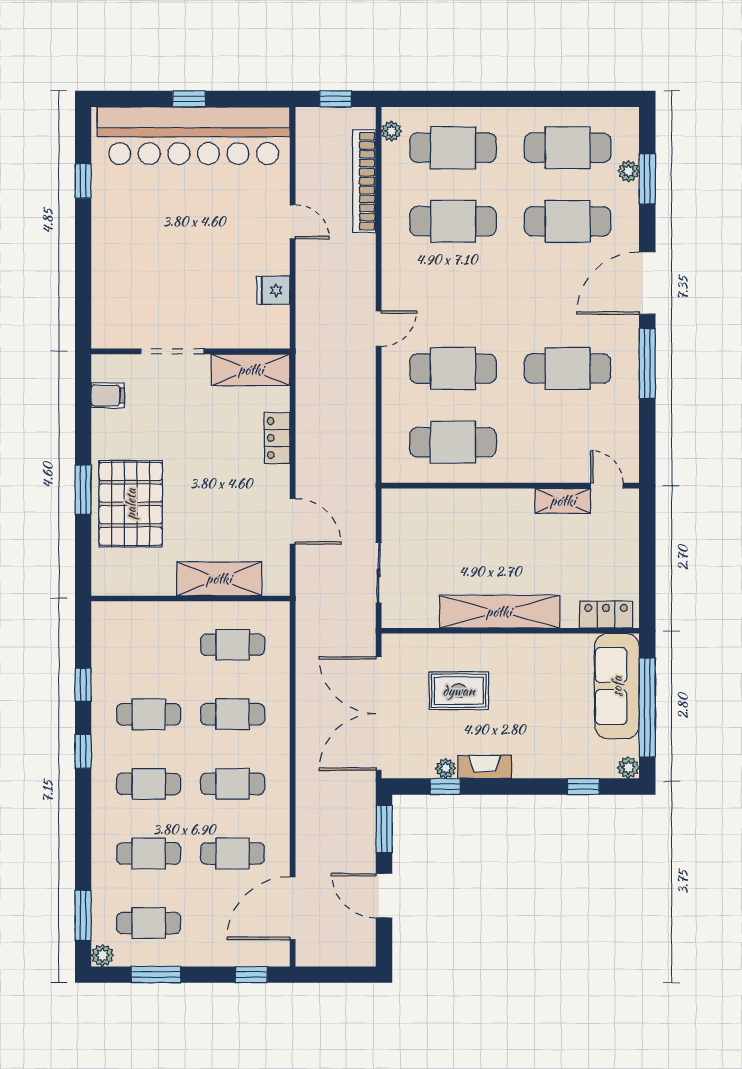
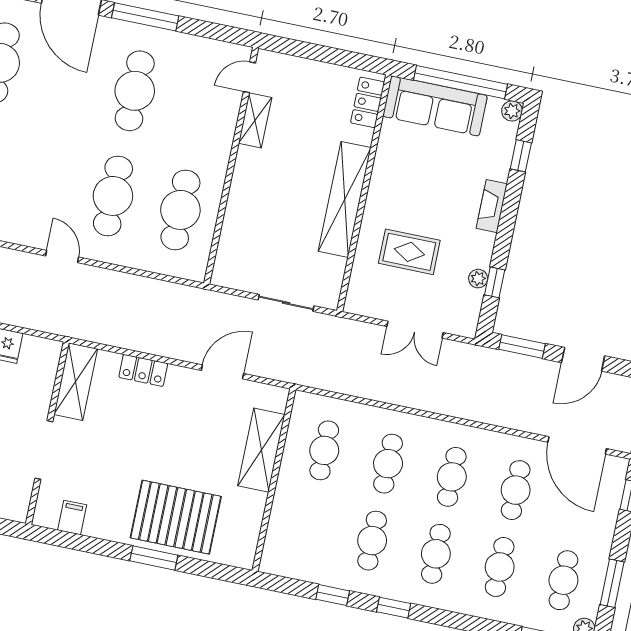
rug: (459, 691) -> (409, 252), turned 90
double door: (379, 713) -> (415, 330), width x0.54
fireplace: (485, 767) -> (492, 206), moved

